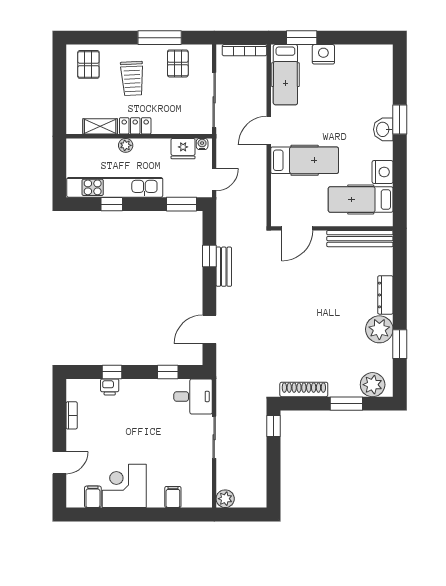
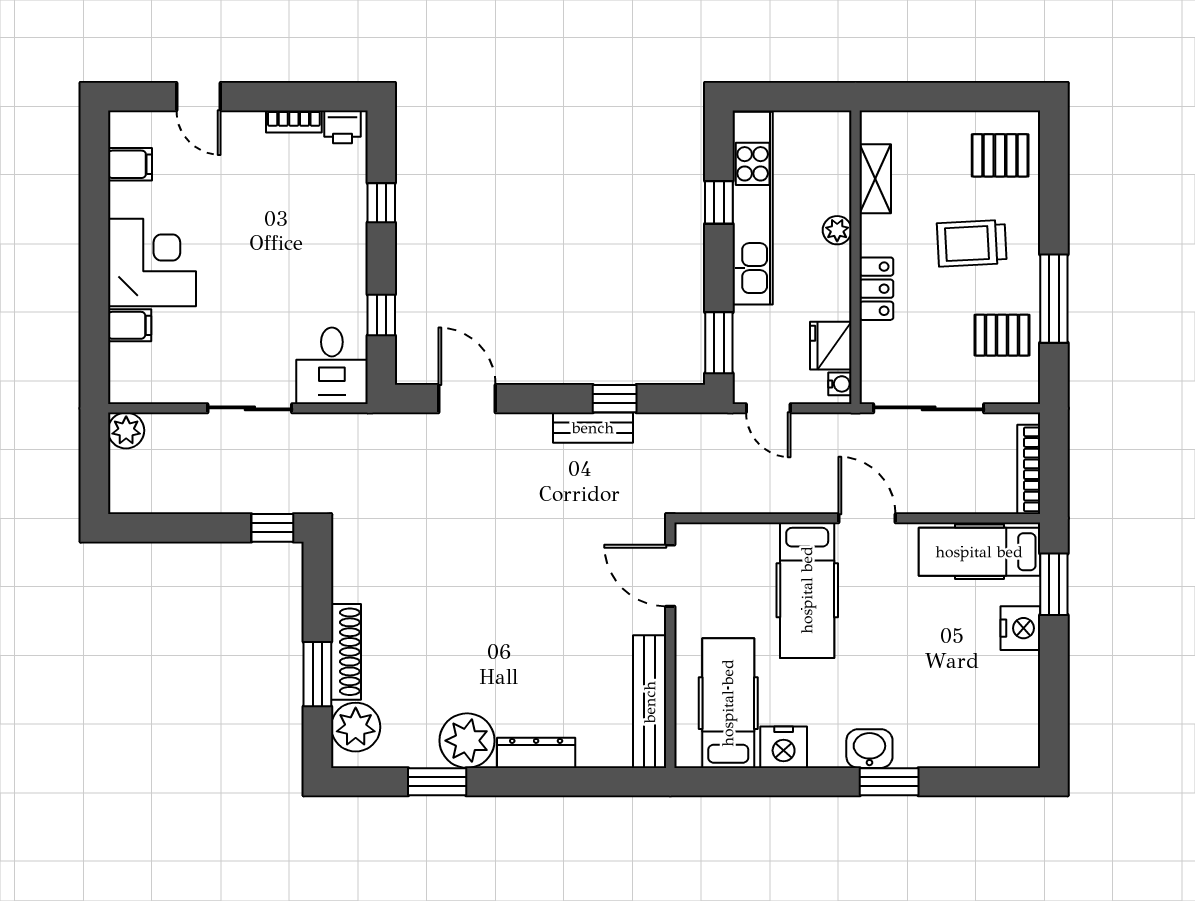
locker: (135, 126) -> (876, 289), moved
printer: (110, 387) -> (342, 127), moved, turned -90
shoe rack: (304, 389) -> (346, 652), moved
corner desk: (124, 486) -> (152, 262), moved

